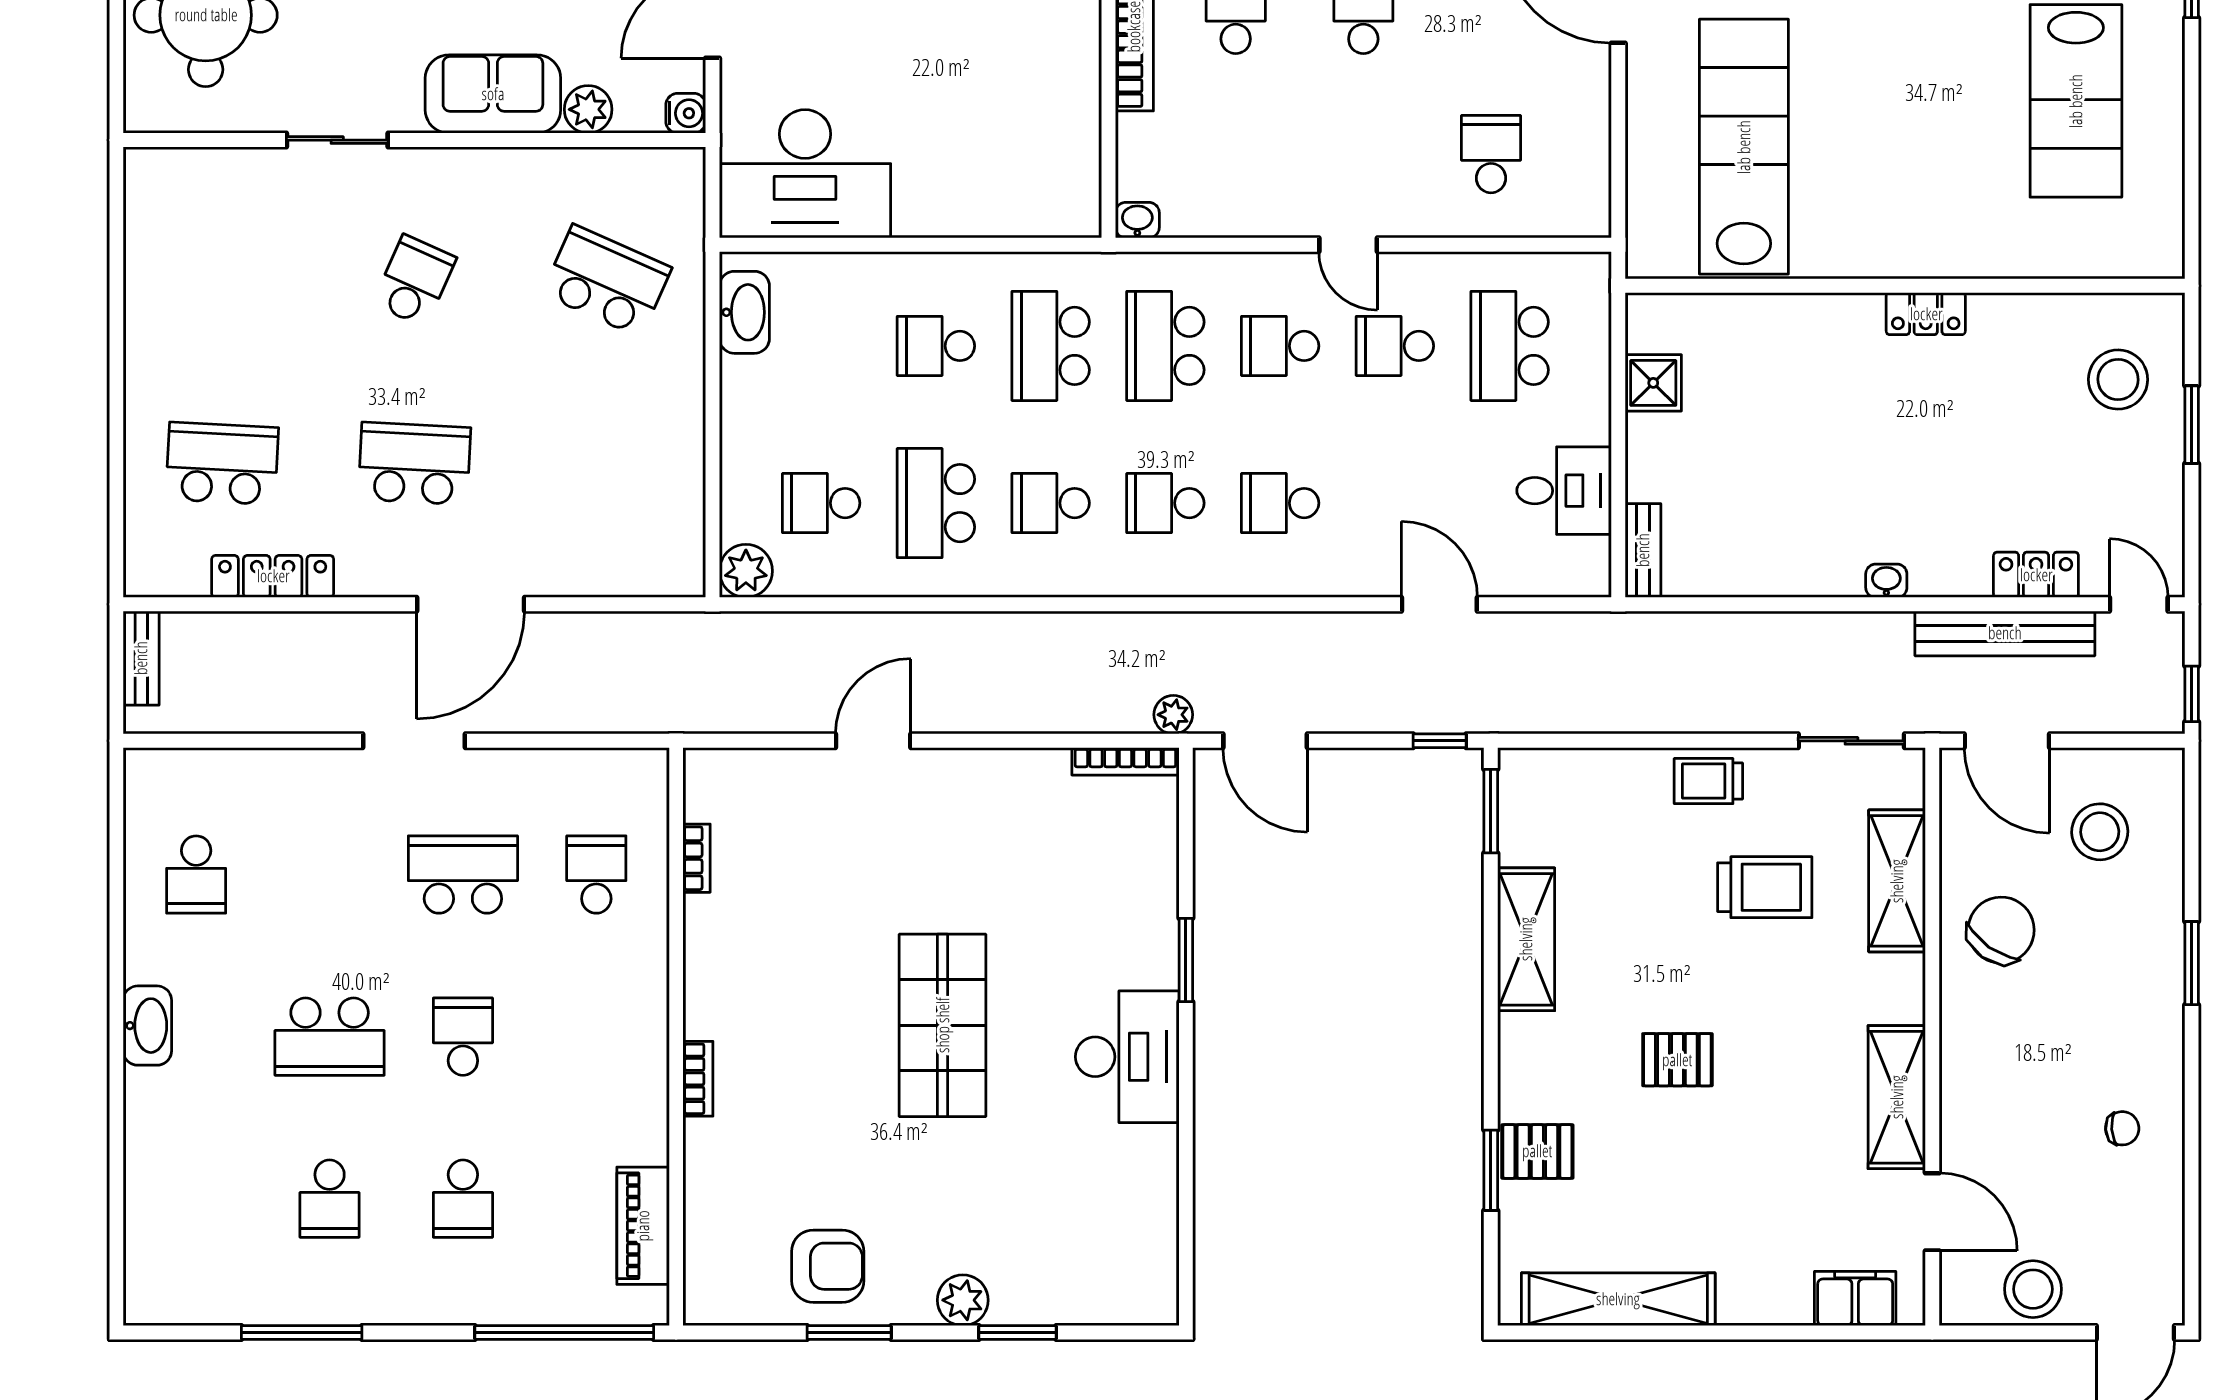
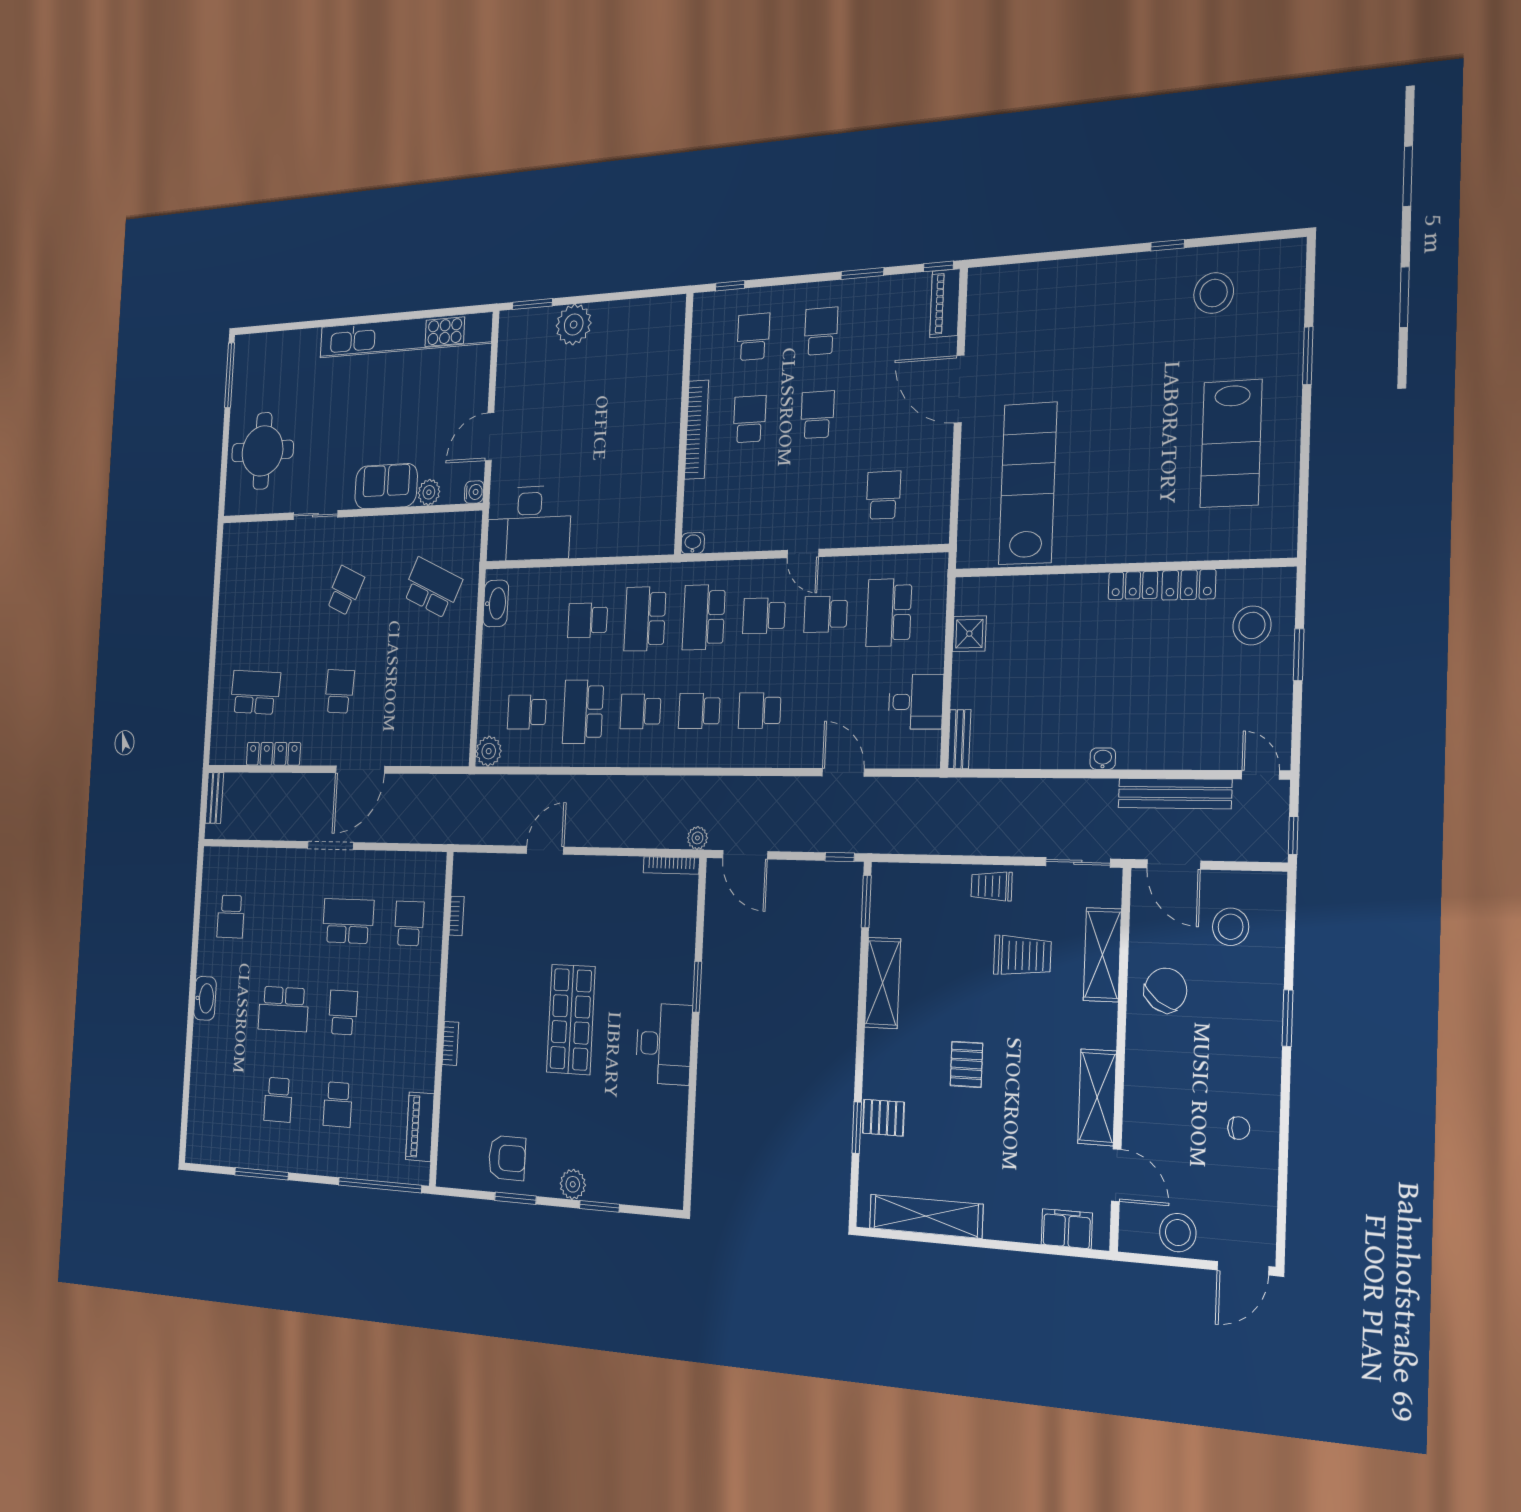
school desk: (414, 463) -> (339, 691), width x0.54
locker: (2036, 575) -> (1189, 585), moved, turned 180
pallet: (1677, 1060) -> (966, 1064), turned 90

